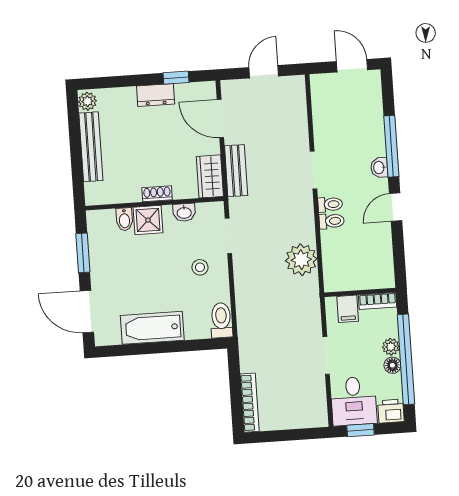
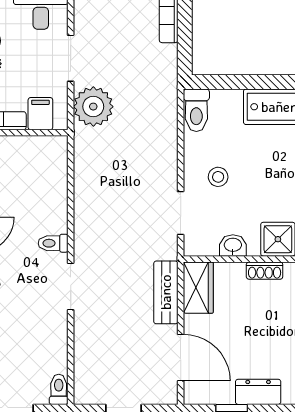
toilet: (332, 221) -> (59, 389), moved, turned 90
plant: (301, 260) -> (93, 107), moved

